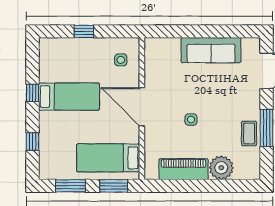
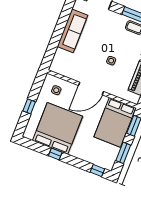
bed: (69, 97) -> (58, 128), width x2.04
window: (32, 142) -> (97, 170), moved
bed: (108, 158) -> (115, 122), width x1.50

